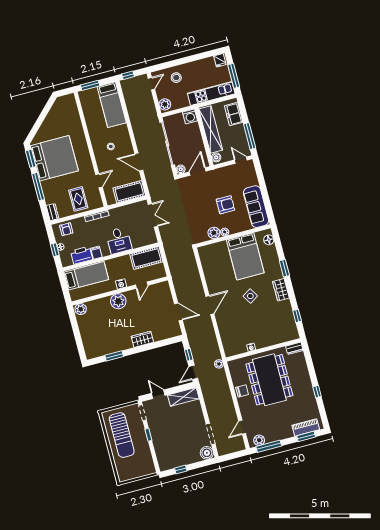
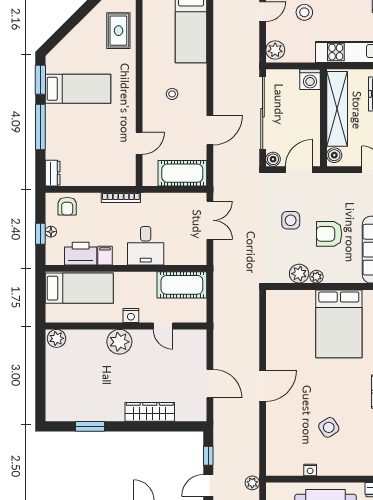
bed: (54, 158) -> (78, 89), width x0.49
door: (139, 162) -> (210, 130), swing flipped
rug: (78, 199) -> (118, 31), moved
side table: (201, 203) -> (291, 220), added
armchair: (225, 205) -> (329, 234), turned 180
door: (142, 285) -> (163, 326), hinge flipped
side table: (250, 296) -> (329, 427), moved
wardrobe: (142, 339) -> (150, 412), width x1.50

